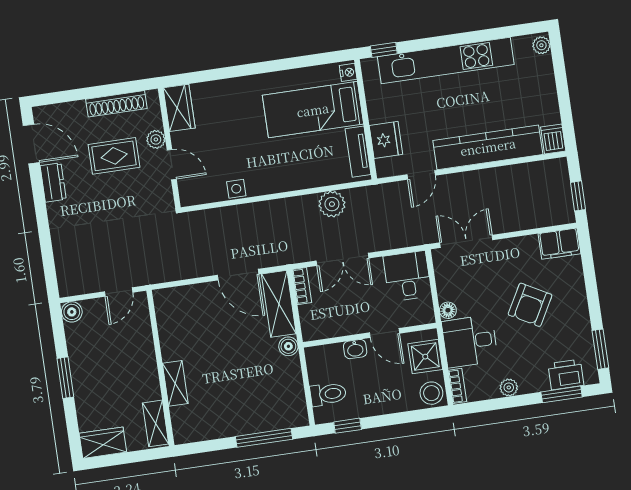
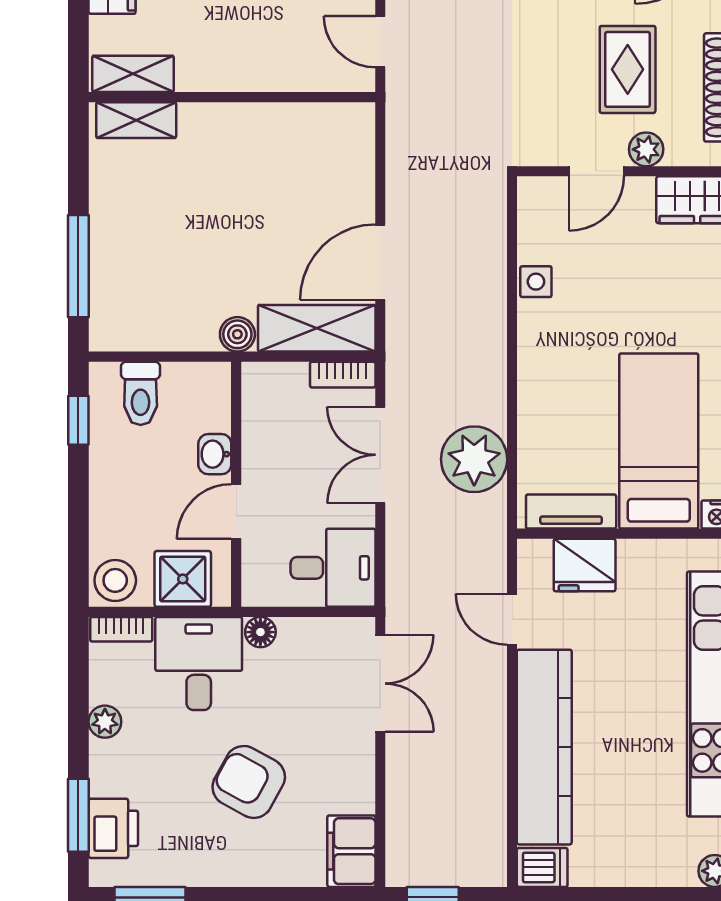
plant: (332, 204) -> (474, 459), width x1.36, depth x1.36
shelving: (175, 383) -> (136, 120), moved

